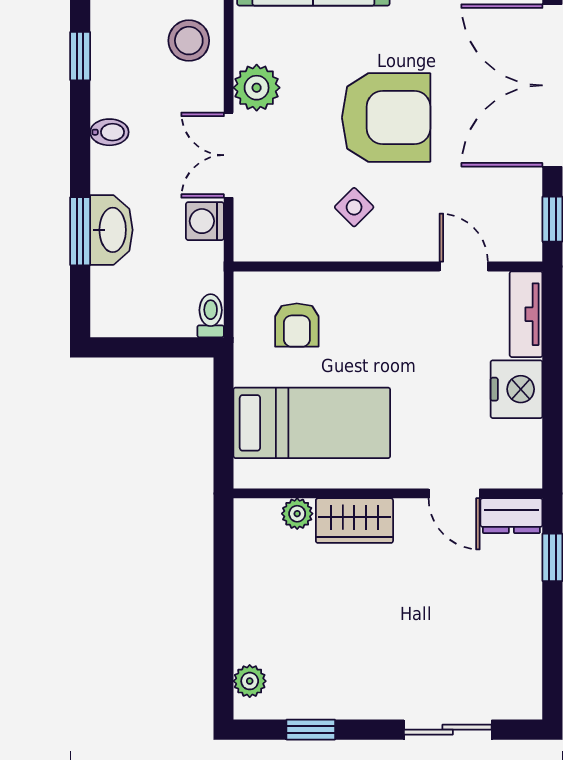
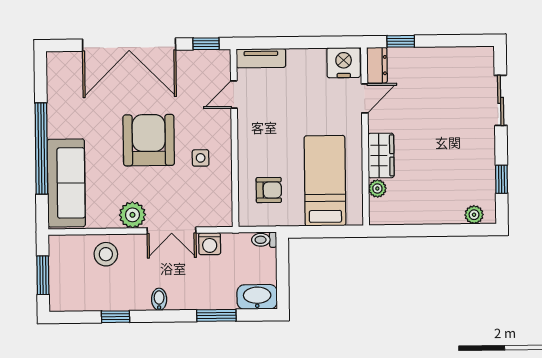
side table: (354, 207) -> (201, 158), turned 45
washbasin: (111, 230) -> (257, 297), moved
nightstand: (517, 389) -> (344, 63), moved

